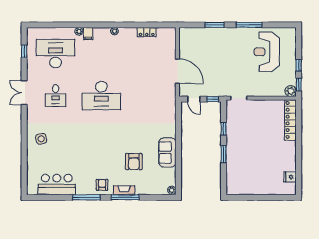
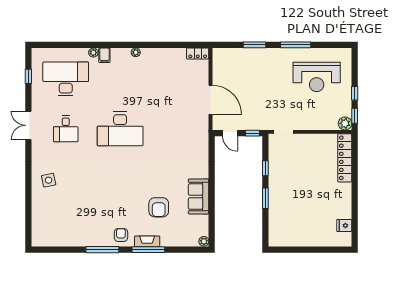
locker: (147, 32) -> (198, 54), moved
reception desk: (267, 52) -> (317, 77), turned -90
bar counter: (57, 184) -> (67, 234), removed

